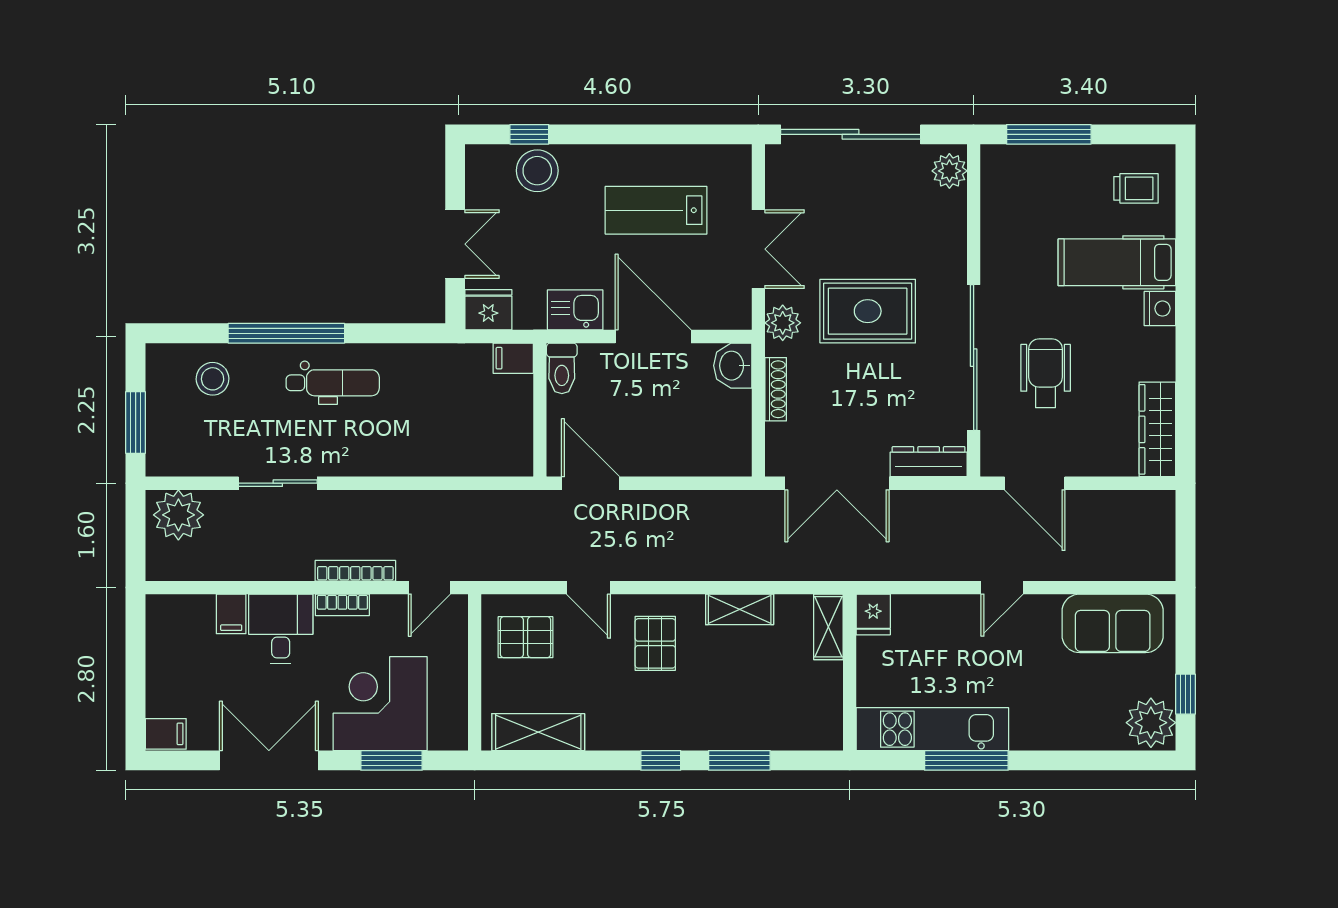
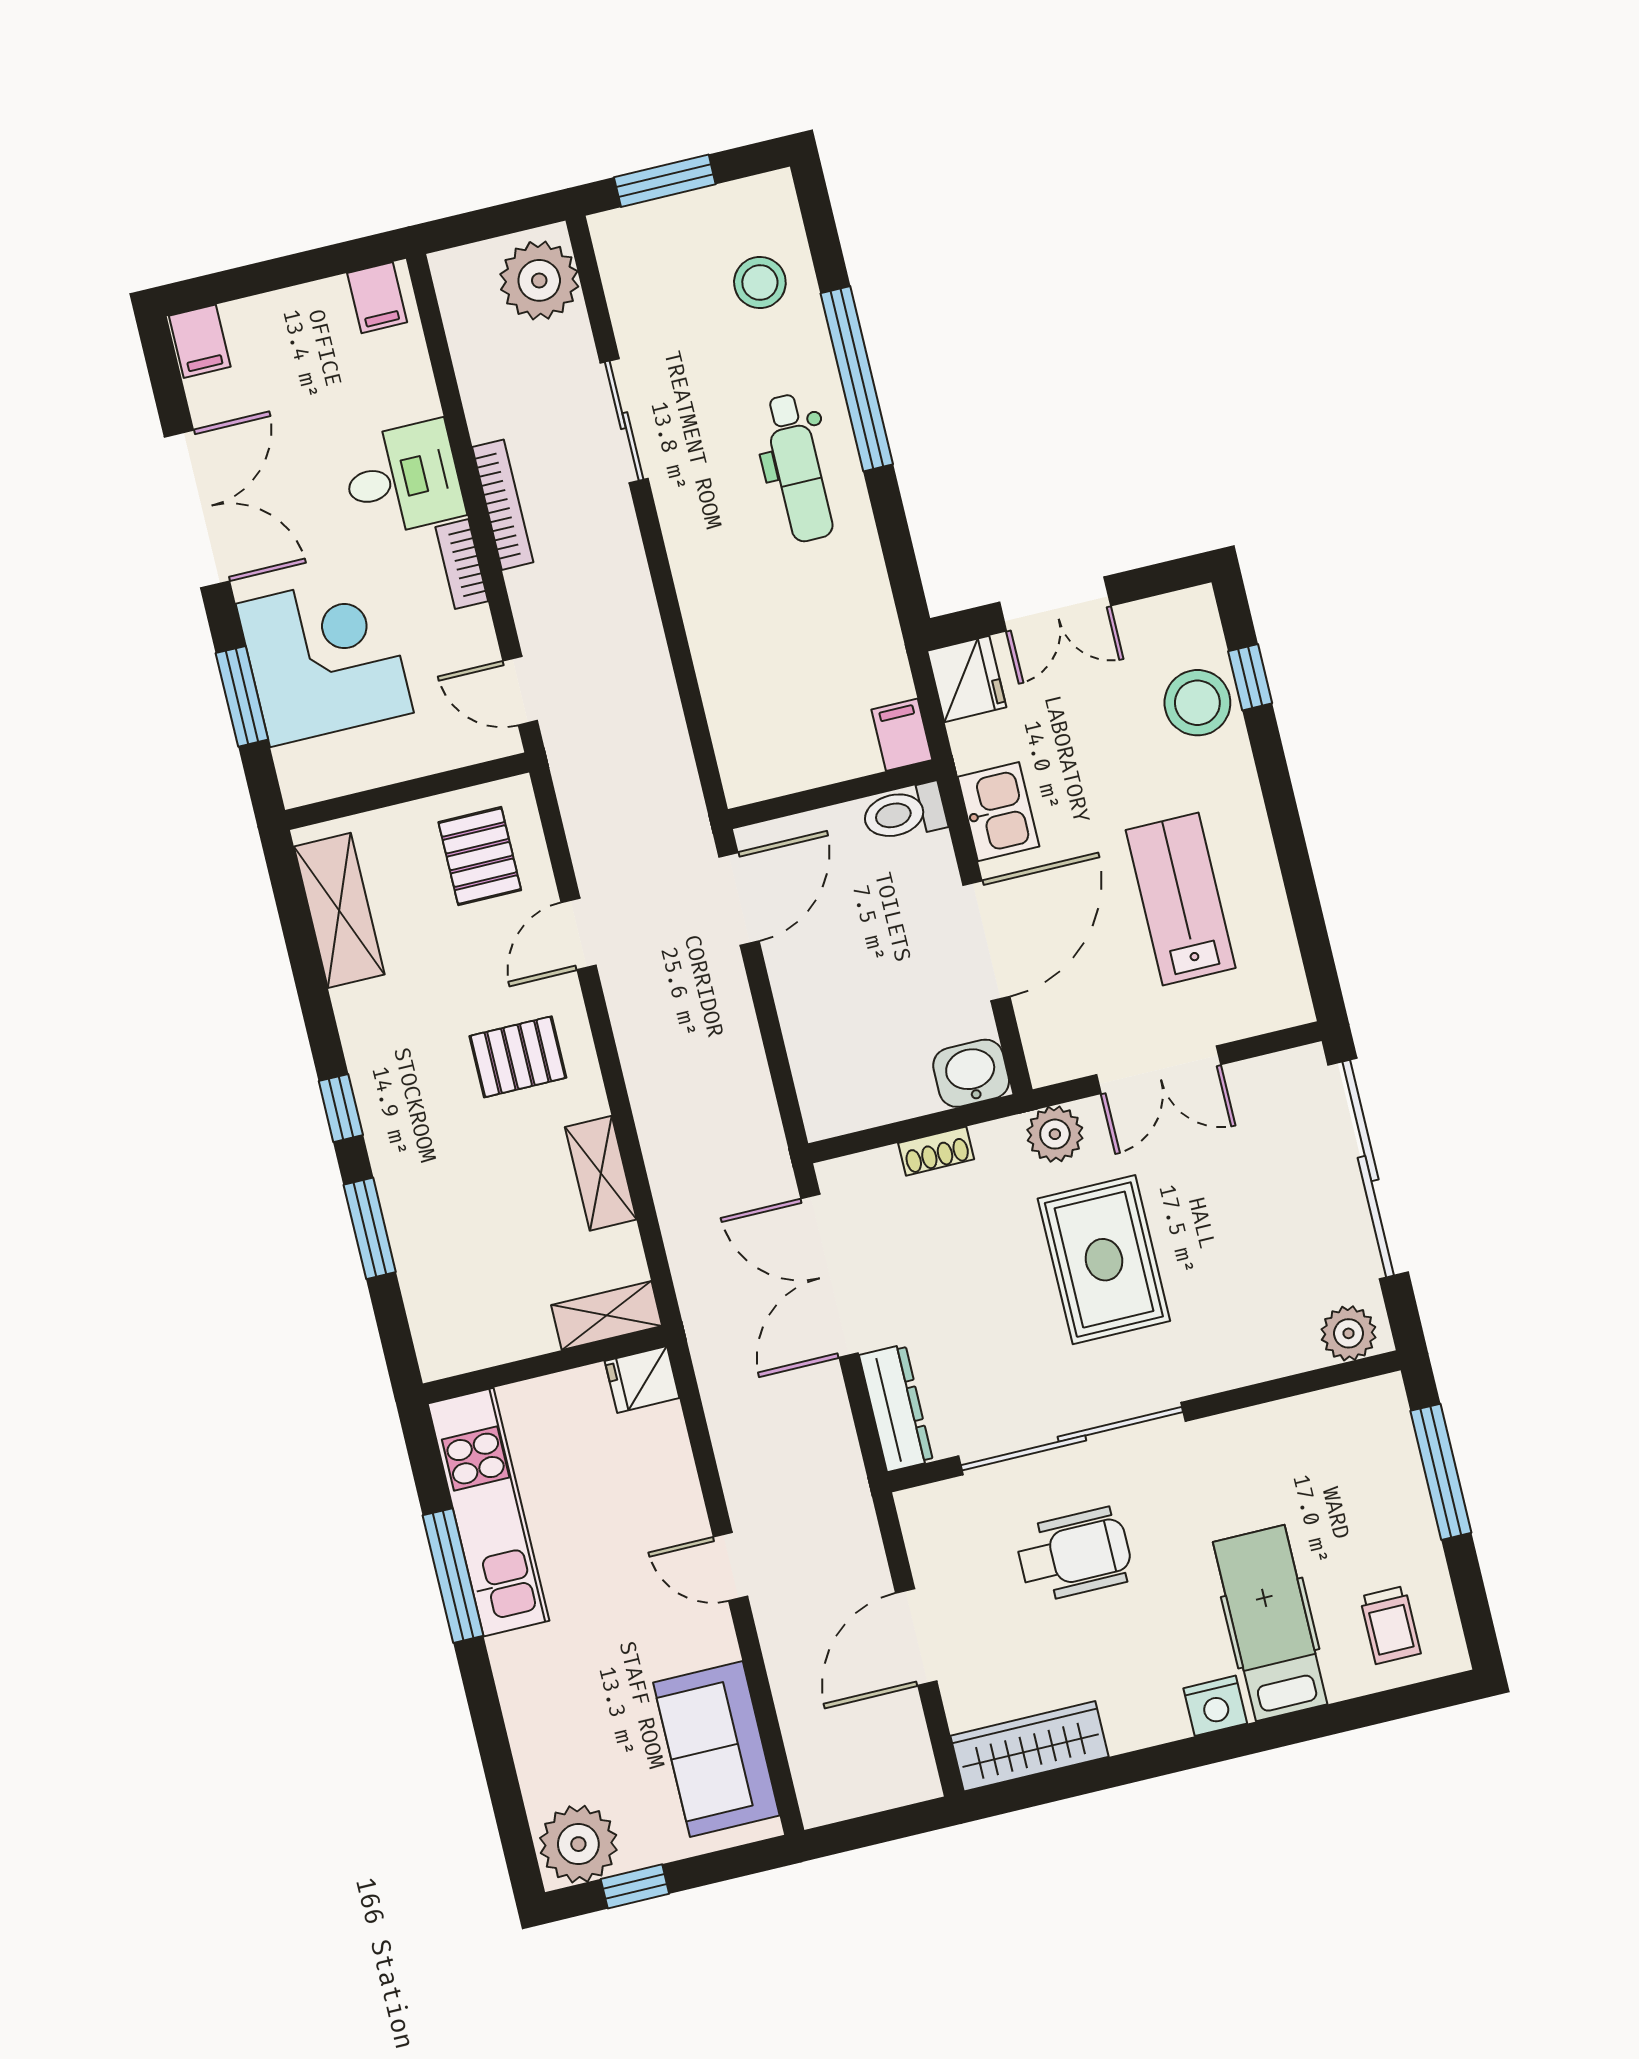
shoe rack: (776, 389) -> (936, 1151), width x0.70
door: (1035, 483) -> (916, 1637), moved
bookcase: (355, 571) -> (503, 505), moved
filing cabinet: (231, 614) -> (377, 298), moved, turned -90

